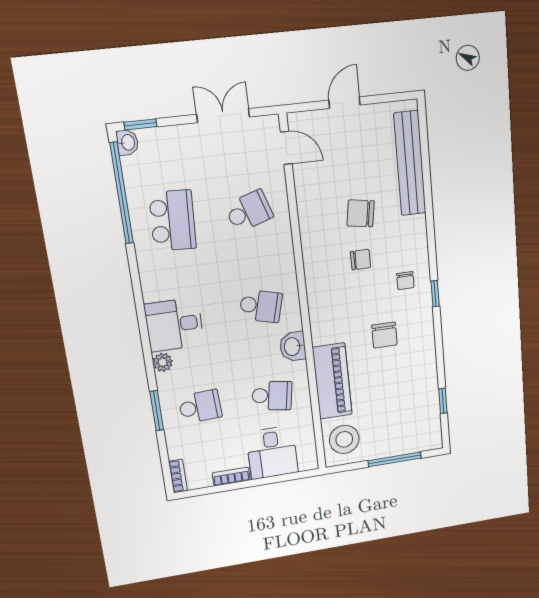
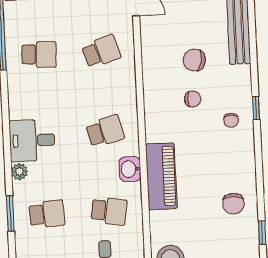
school desk: (173, 221) -> (39, 55), width x0.54
window: (435, 294) -> (256, 108), moved
school desk: (261, 306) -> (105, 131), turned -30
chair: (384, 335) -> (233, 204), moved
piano: (332, 381) -> (161, 176), moved

